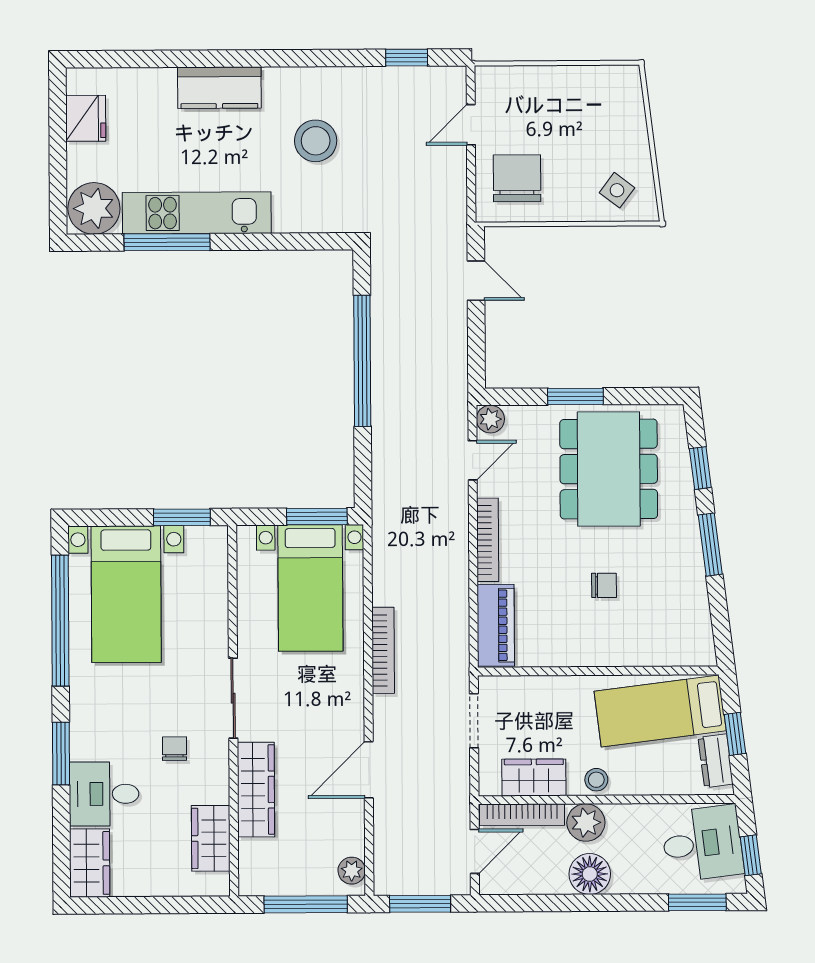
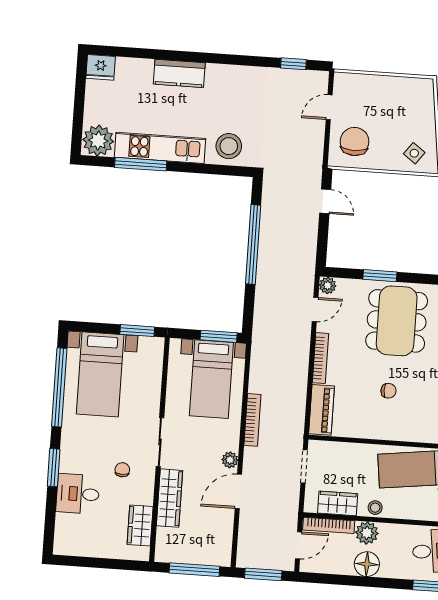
fridge: (86, 118) -> (101, 67), moved, turned 90
stool: (316, 141) -> (229, 146), moved
wardrobe: (90, 863) -> (66, 535), removed
plant: (352, 871) -> (230, 460), moved

